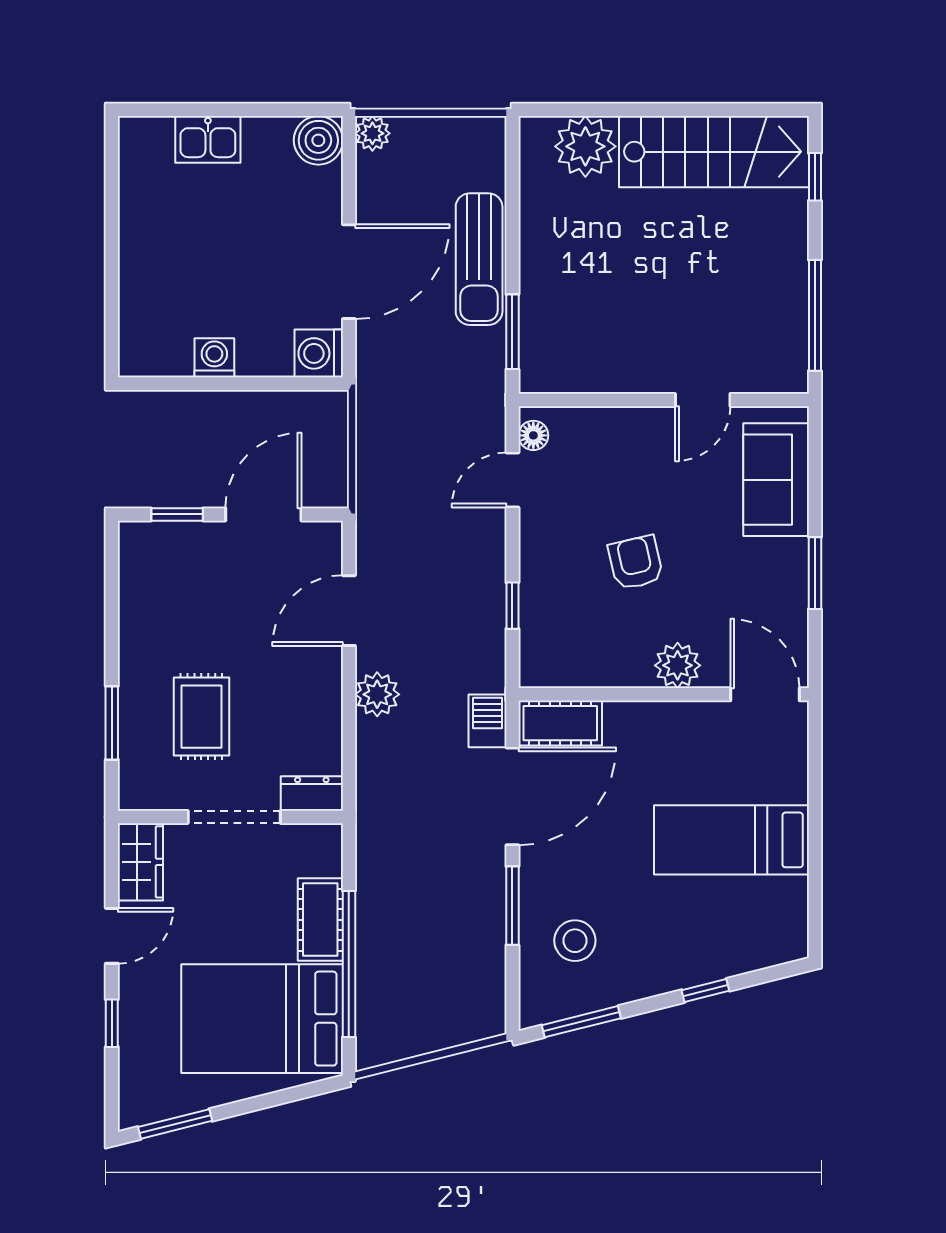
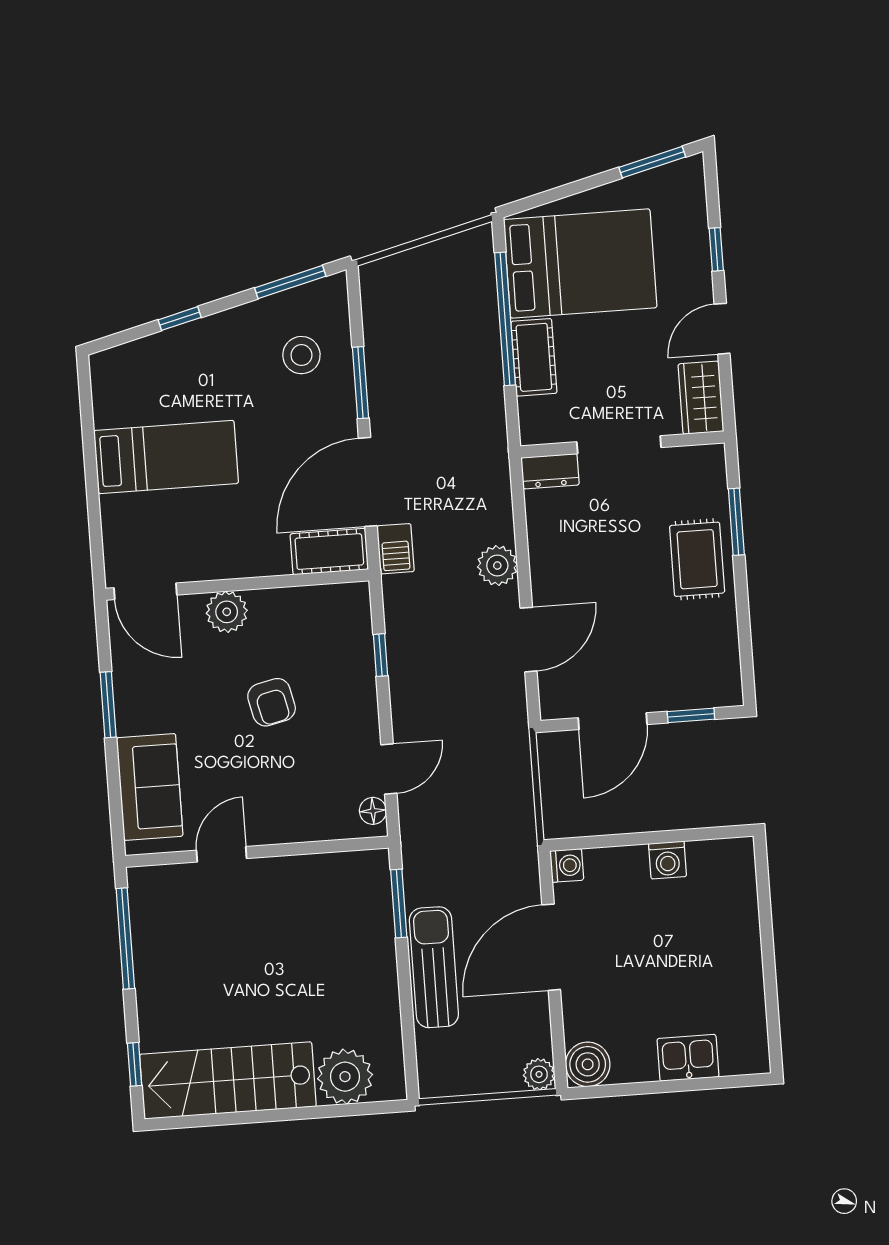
washing machine: (319, 353) -> (567, 865), width x0.73, depth x0.73
rug: (201, 717) -> (697, 559), moved

